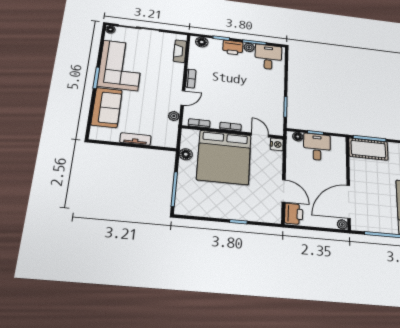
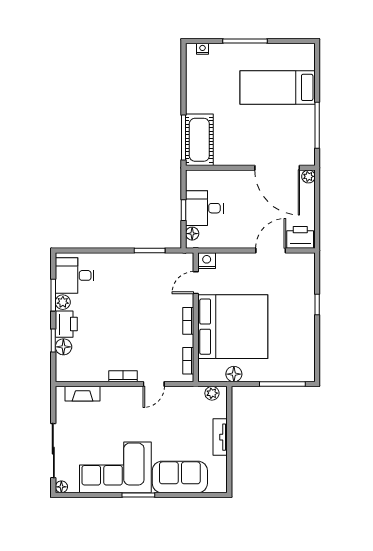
floor lamp: (202, 42) -> (63, 347), moved
door: (183, 98) -> (154, 384), swing flipped
plant: (174, 116) -> (212, 393), moved

